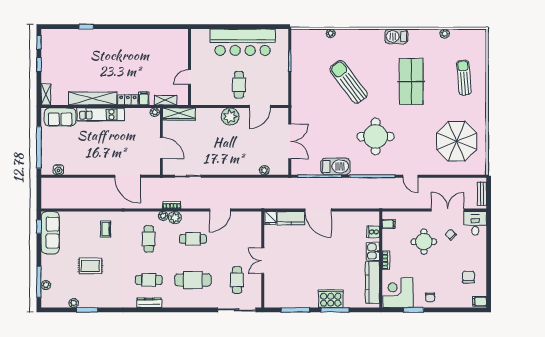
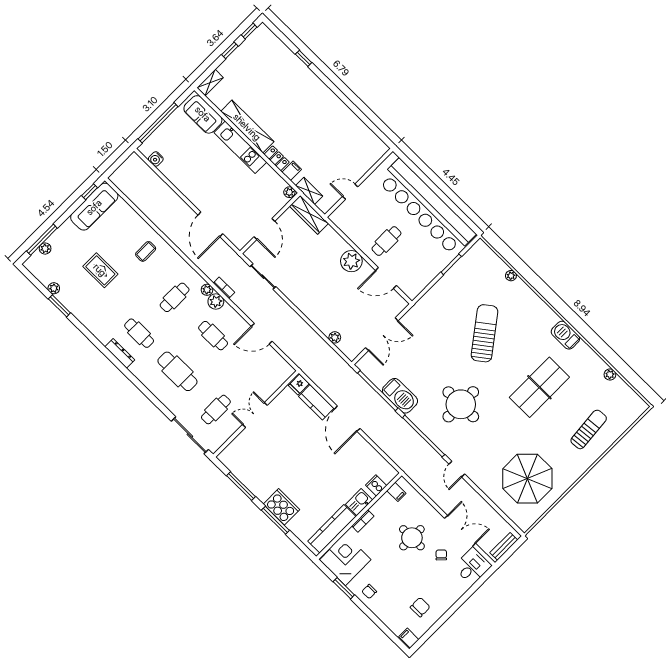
bar counter: (243, 42) -> (427, 207), width x1.36

